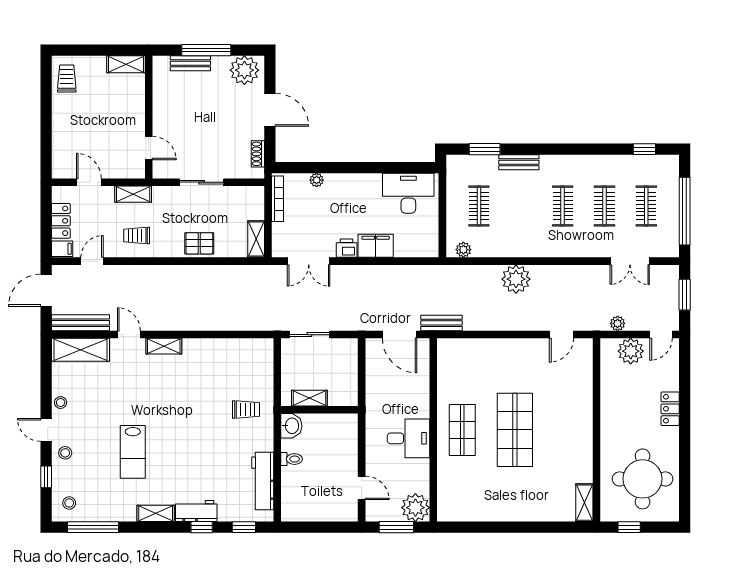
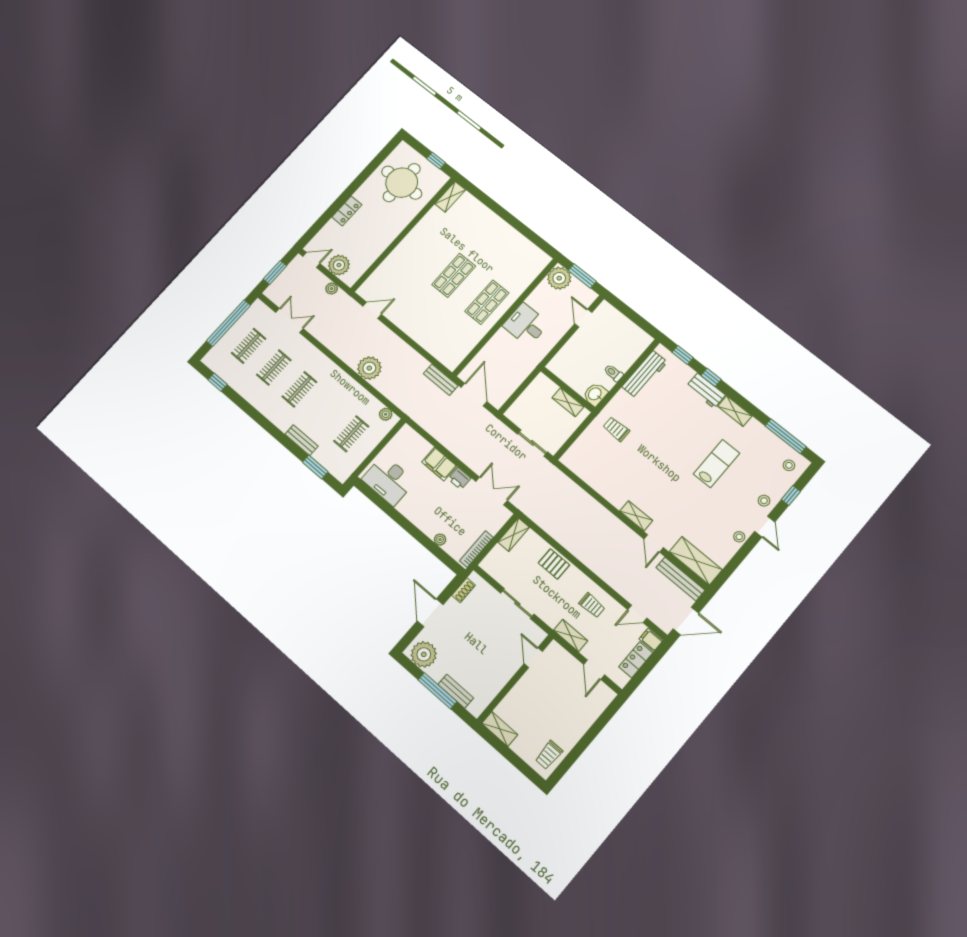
shop shelf: (515, 430) -> (454, 275), width x0.70, depth x0.74

